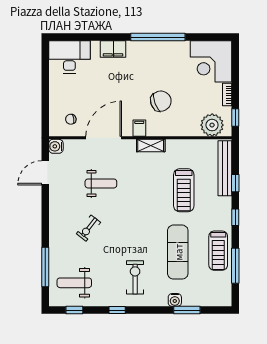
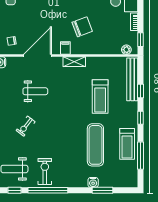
plant: (212, 125) -> (126, 50), width x0.53, depth x0.53
exercise bike: (135, 277) -> (45, 172), moved
window: (117, 310) -> (48, 190), width x3.17

